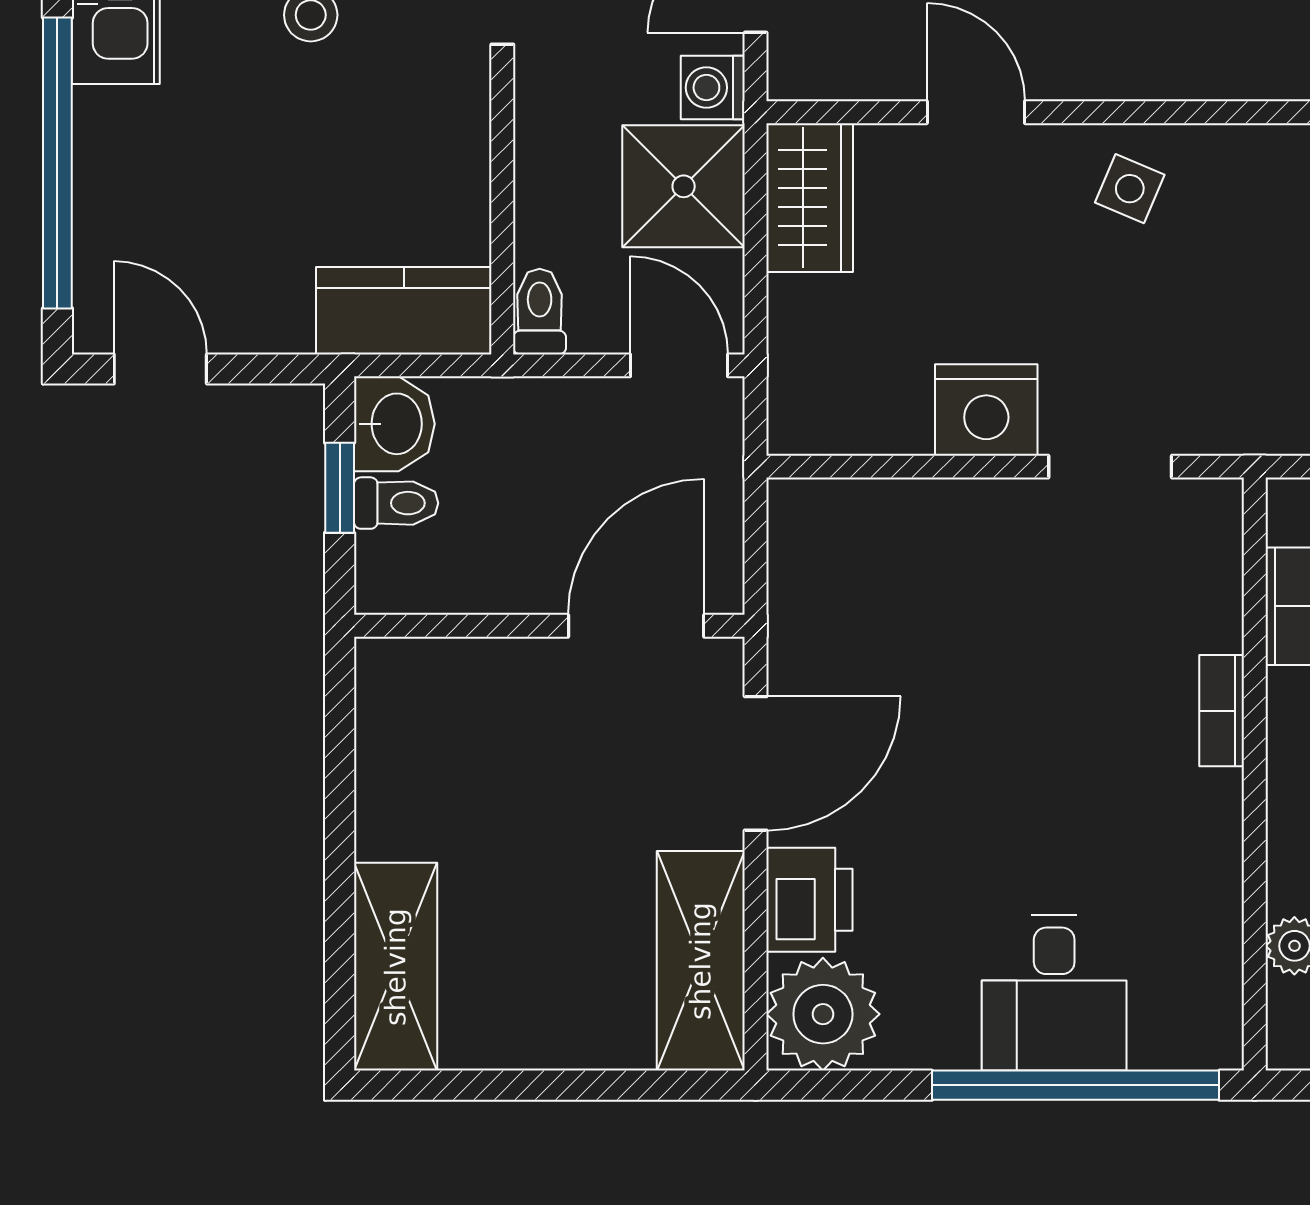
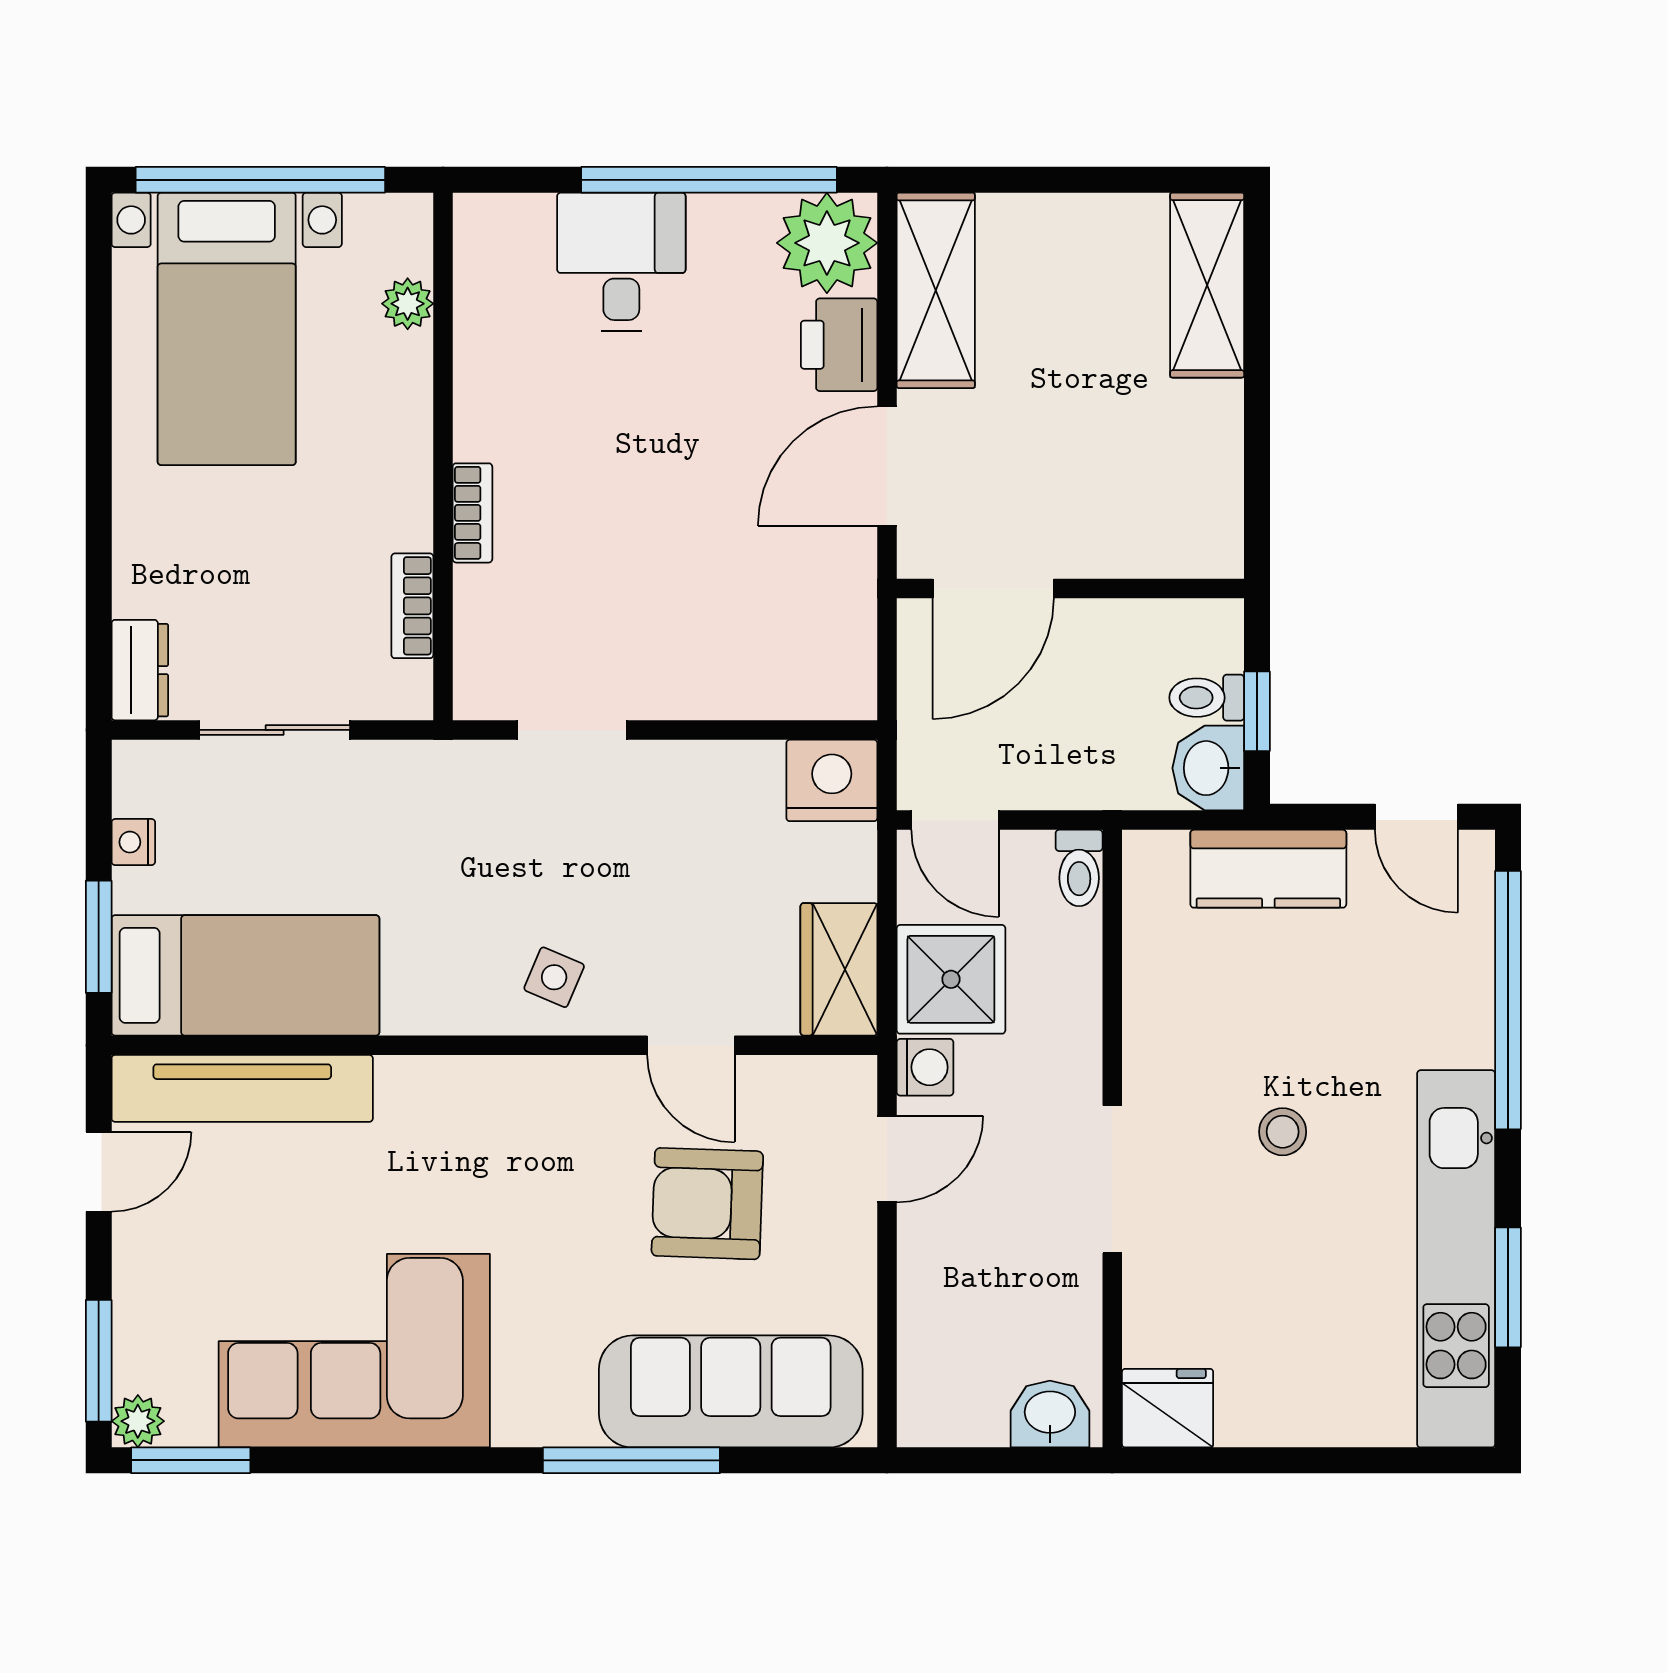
kitchen counter: (404, 311) -> (1268, 869), moved
nightstand: (986, 410) -> (832, 780), moved
window: (1076, 1085) -> (709, 180), moved

